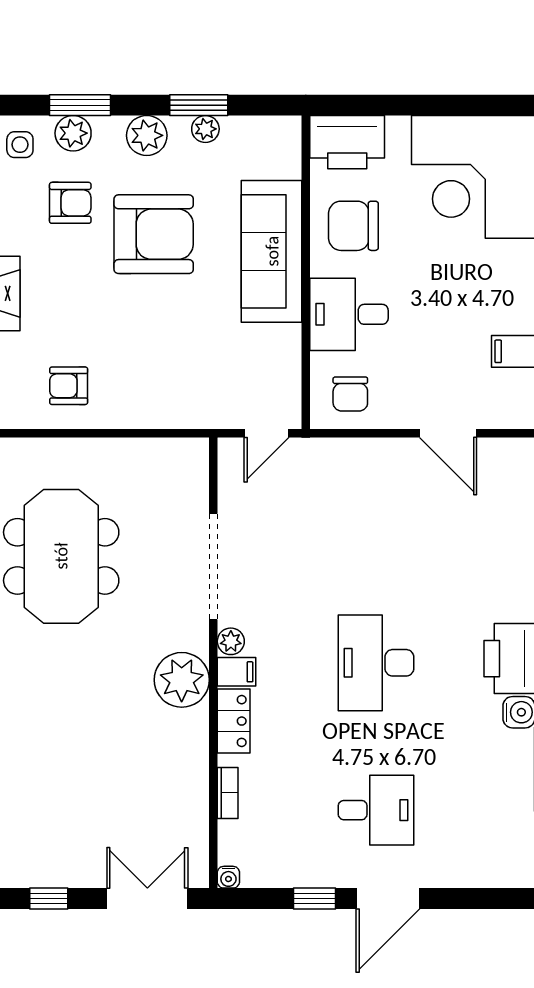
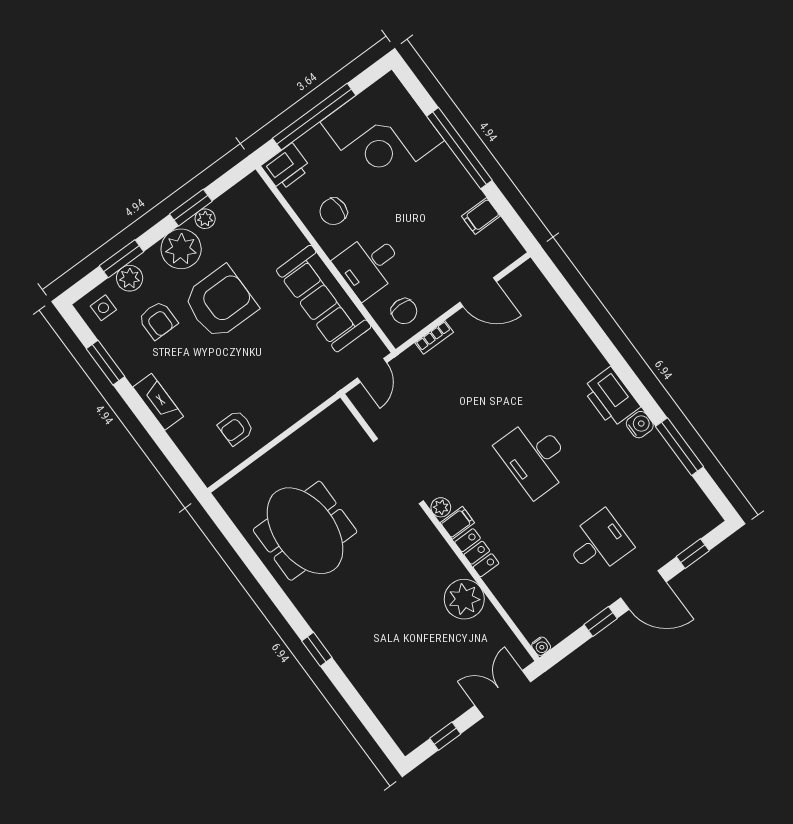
window: (410, 105) -> (314, 117), added
plant: (147, 135) -> (181, 249), width x1.36, depth x1.36
printer: (347, 142) -> (286, 167), width x0.73, depth x0.84
armchair: (70, 203) -> (158, 320), turned 90
chair: (353, 226) -> (333, 211), width x0.73, depth x0.73
sofa: (272, 251) -> (324, 299), moved
plant: (182, 680) -> (464, 599), moved
bookcase: (228, 793) -> (434, 337), moved, turned 90
door: (388, 899) -> (643, 590), hinge flipped
window: (472, 899) -> (693, 554), added

